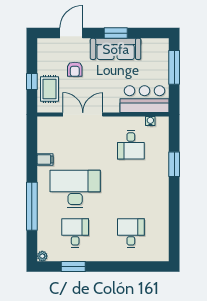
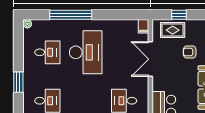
double door: (83, 115) -> (150, 59), swing flipped
filing cabinet: (45, 160) -> (143, 26), moved
window: (73, 267) -> (18, 82), moved

